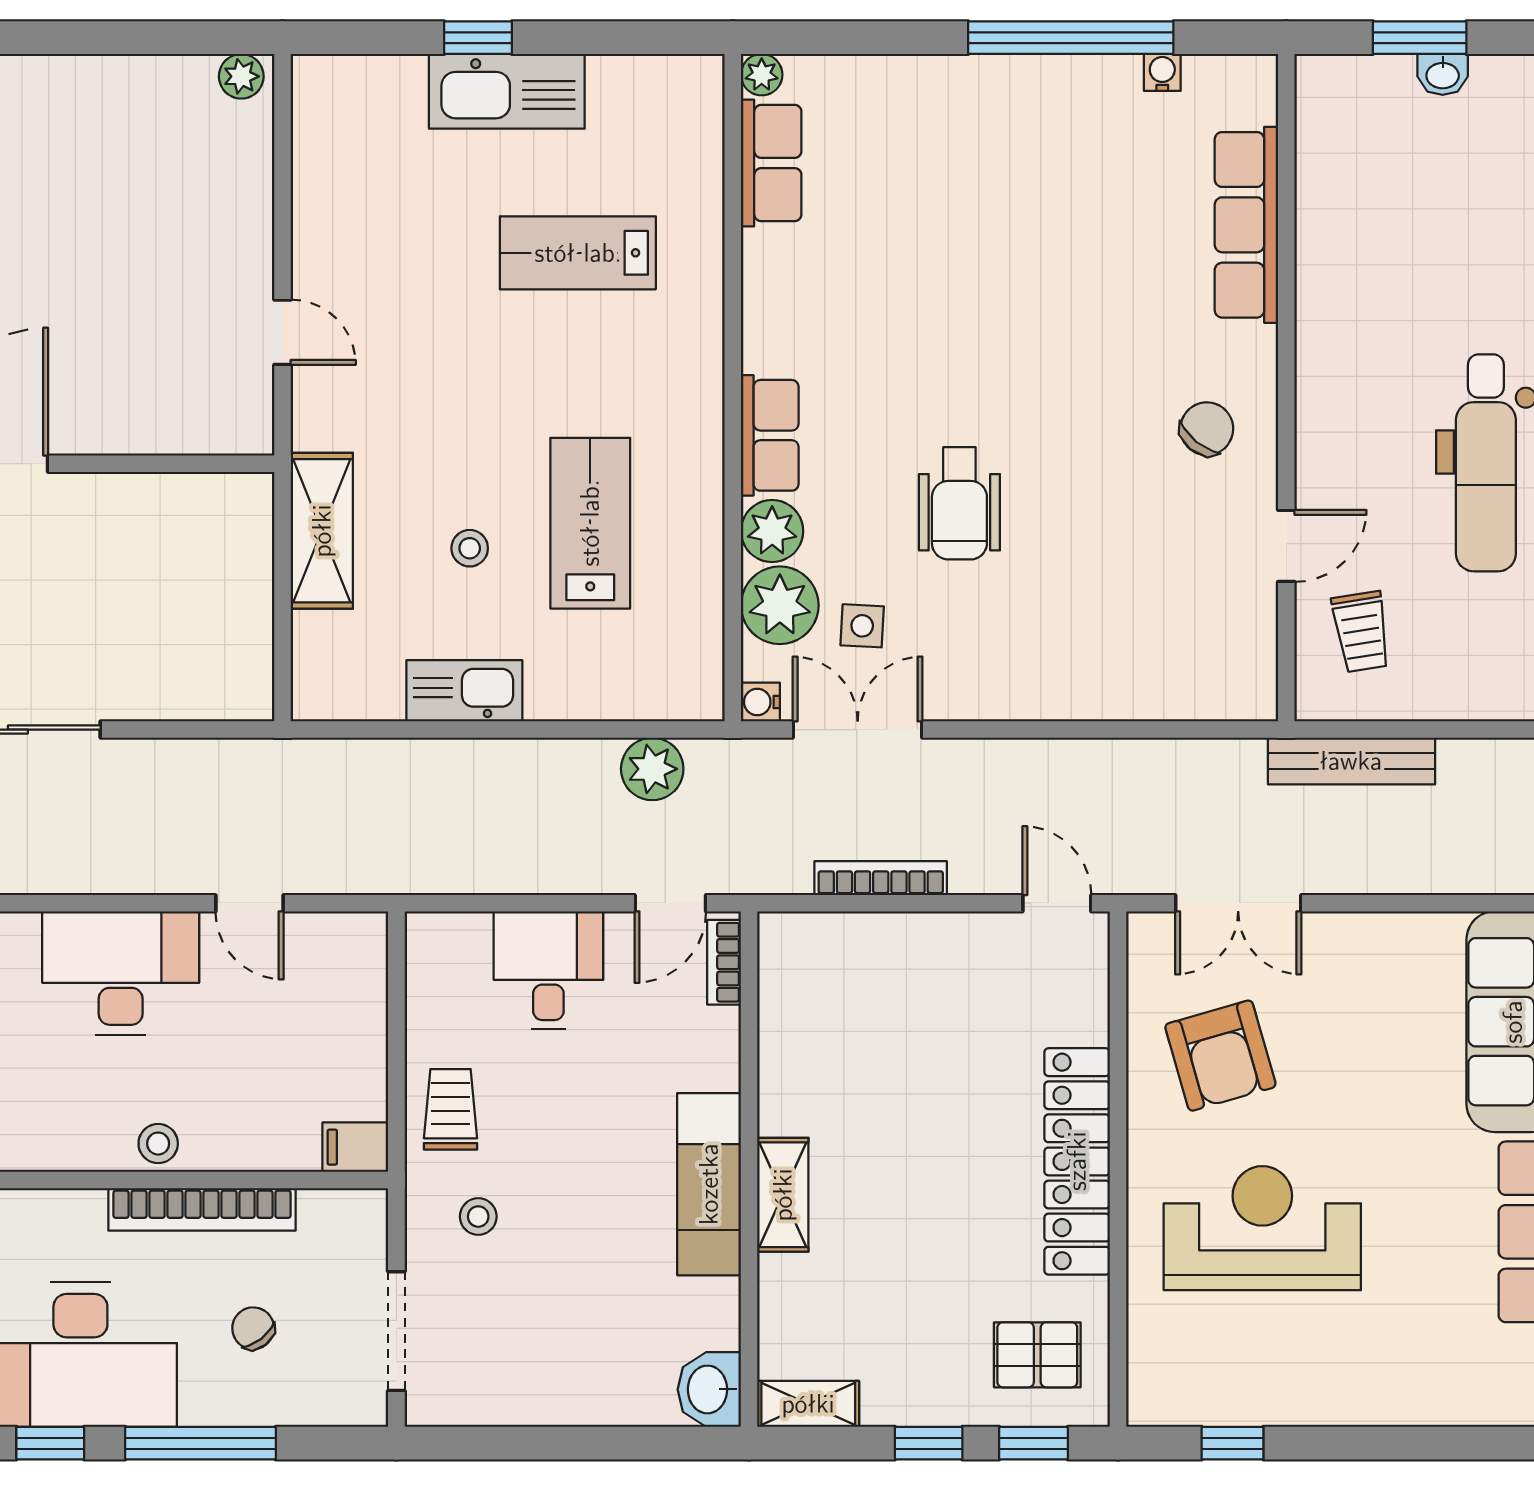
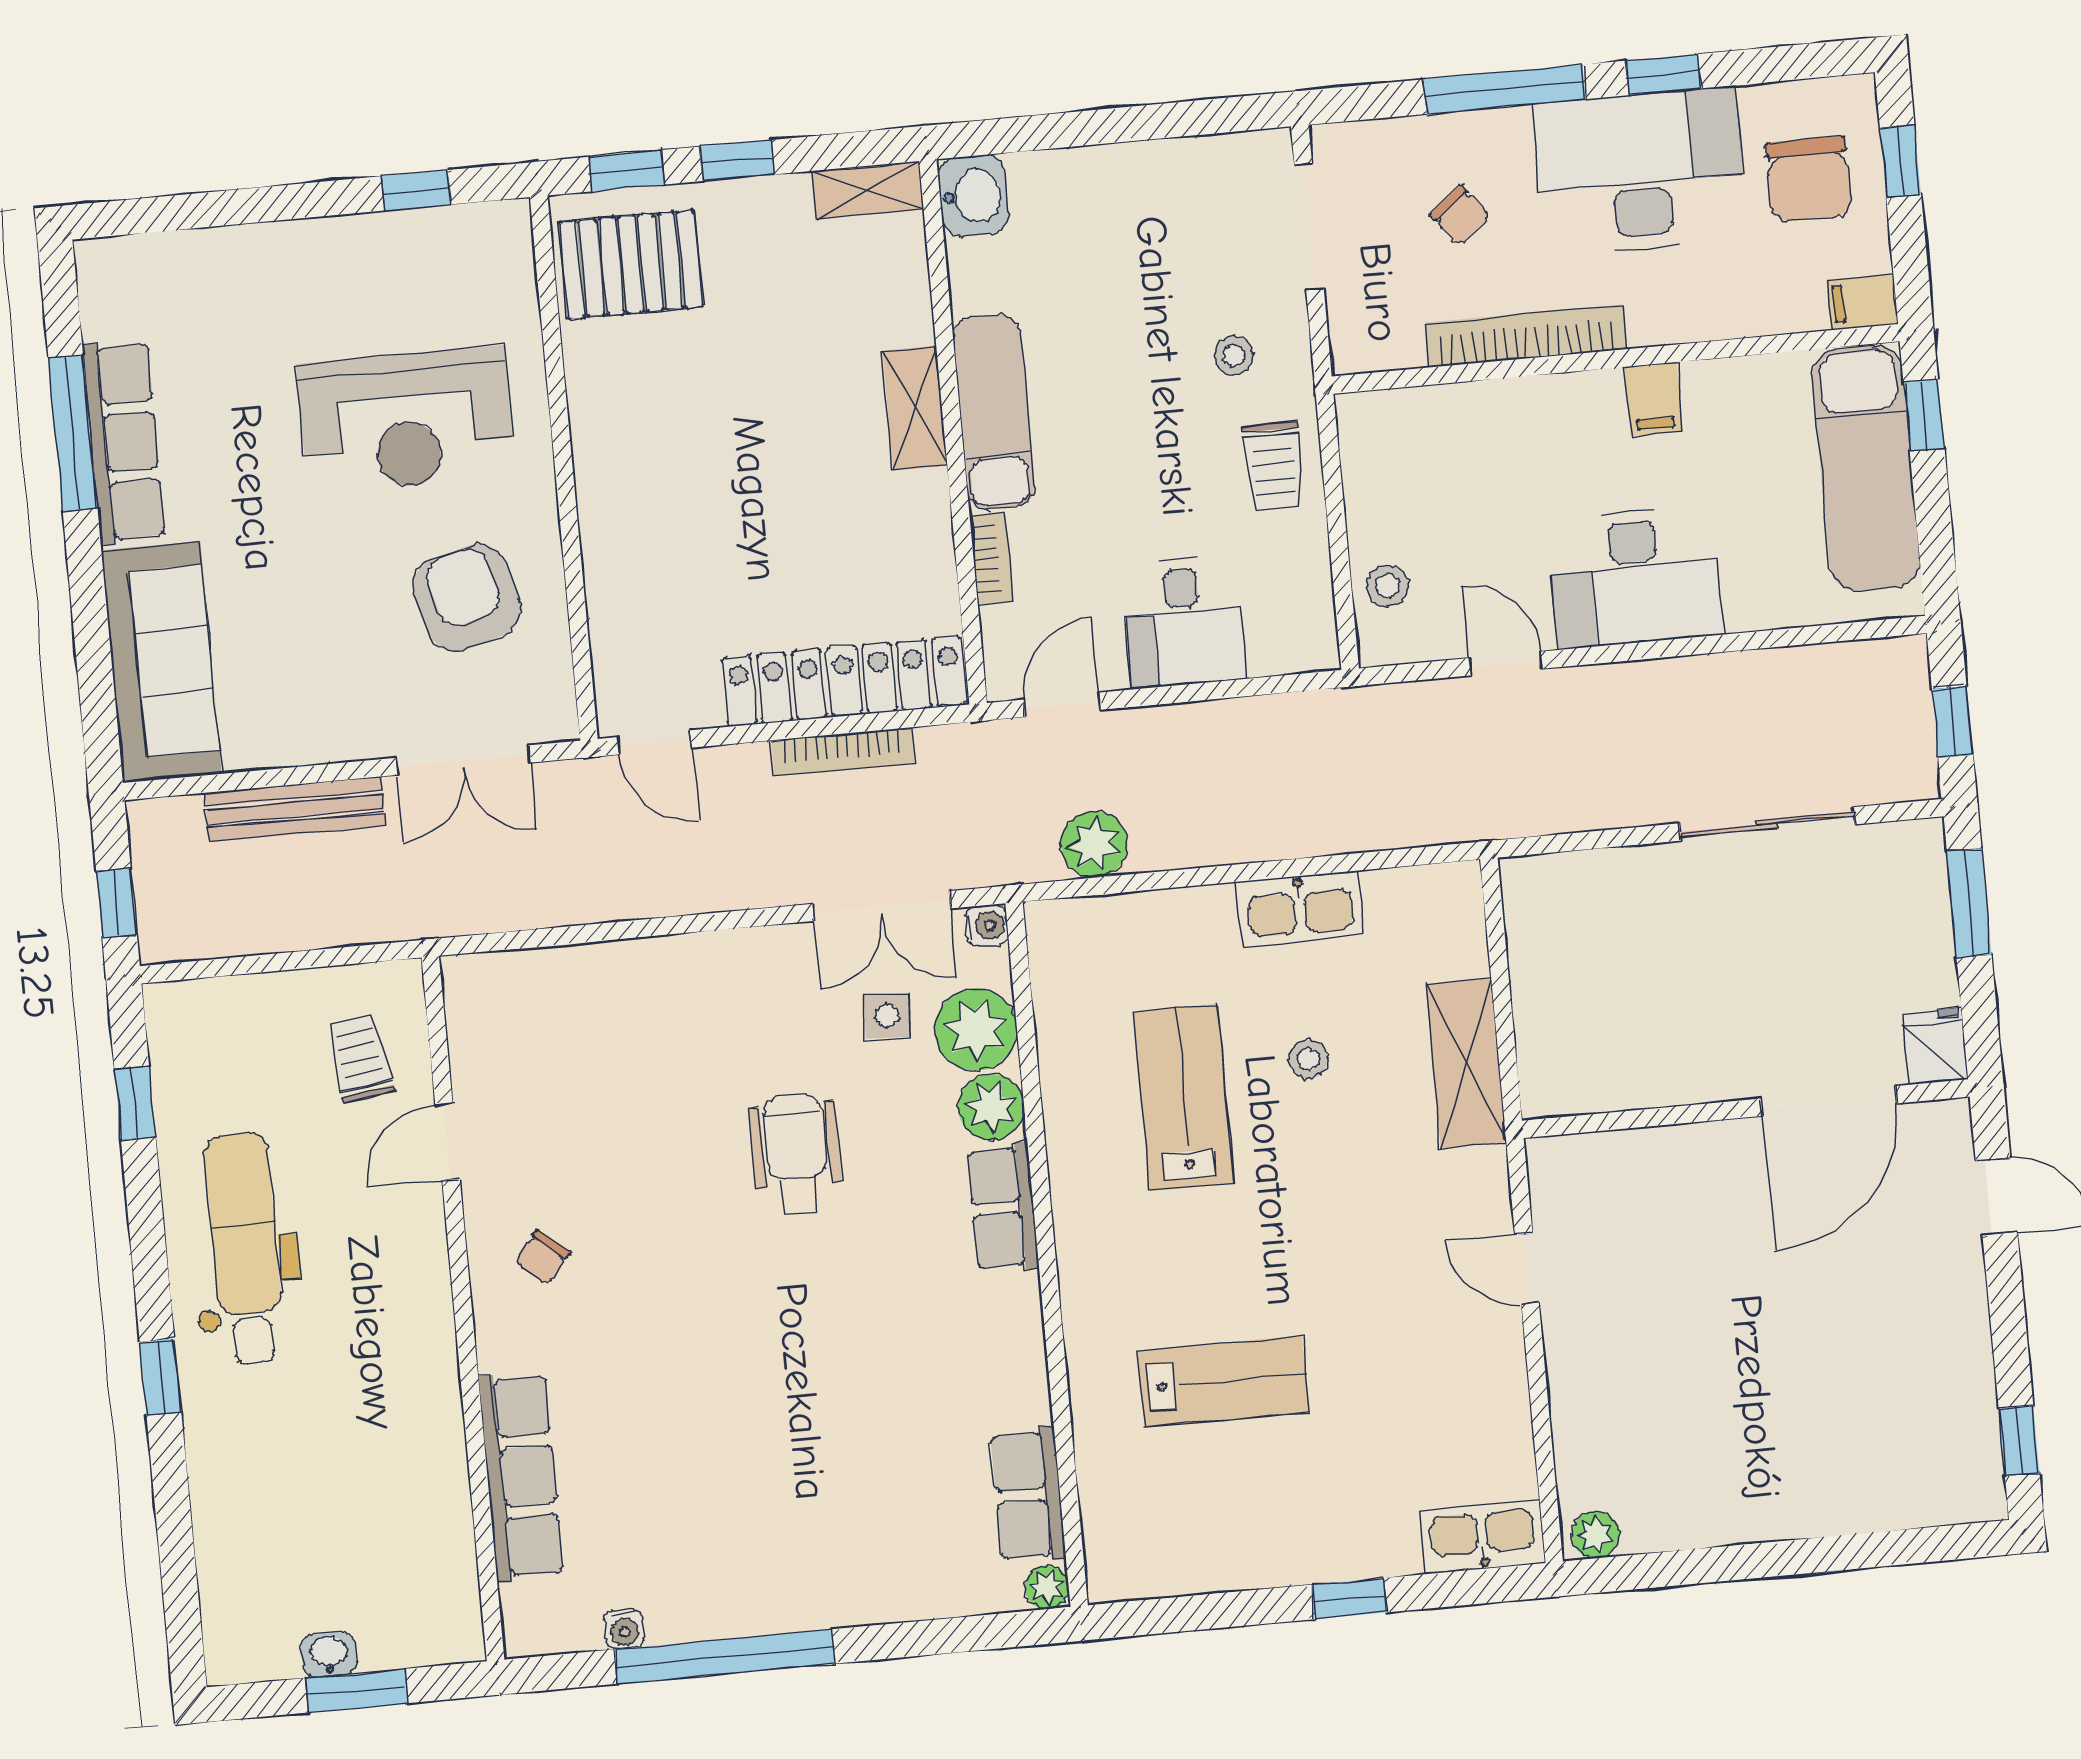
kitchen sink: (507, 91) -> (1482, 1537), moved, width x0.73, depth x0.81
chair: (1207, 429) -> (543, 1257), width x0.73, depth x0.73
lab bench: (590, 523) -> (1184, 1098), turned 180
bench: (1351, 761) -> (295, 809), moved
double door: (1238, 903) -> (463, 760), swing flipped
bookcase: (724, 962) -> (991, 559), moved
stool: (158, 1144) -> (1388, 586), moved
filing cabinet: (355, 1147) -> (1654, 399), moved, turned 90
locker: (1077, 1161) -> (844, 681), moved, turned -90
pallet: (1037, 1355) -> (631, 264), width x1.50, depth x1.42

